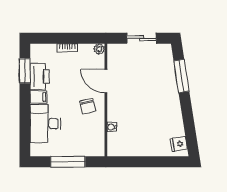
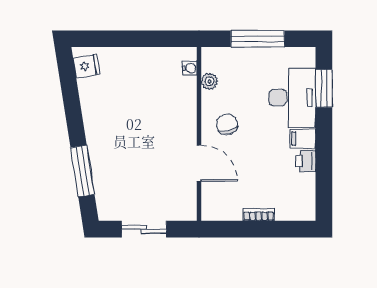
plant: (99, 49) -> (209, 81), moved
window: (25, 71) -> (324, 88), moved
printer: (40, 76) -> (306, 161), width x0.53, depth x0.68
water cooler: (112, 127) -> (190, 68), moved

